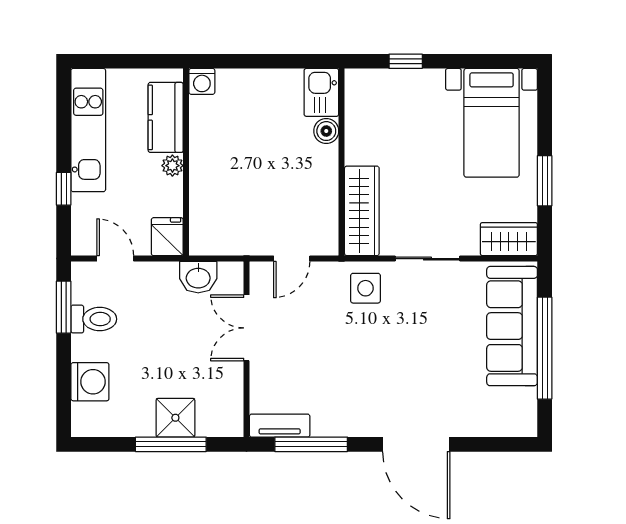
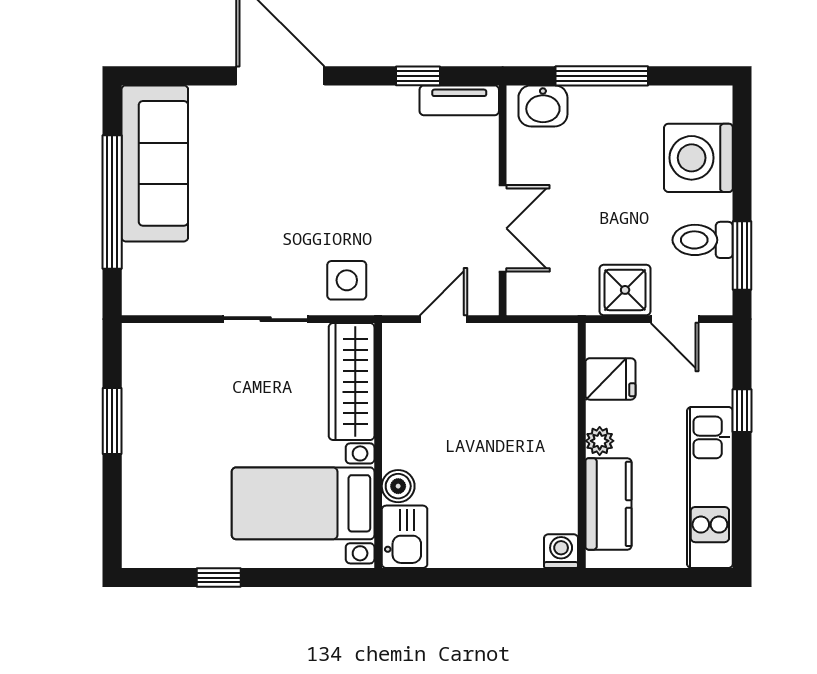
window: (406, 61) -> (219, 578), moved
bed with nightstands: (492, 123) -> (303, 503), moved, turned -90
fridge: (167, 237) -> (610, 379), moved, turned -90
wardrobe: (509, 239) -> (159, 345), removed
washbasin: (198, 277) -> (543, 106), moved, turned 180
sofa: (512, 326) -> (155, 163), moved
washing machine: (90, 382) -> (698, 158), width x1.37, depth x1.37
shower: (175, 418) -> (625, 290), moved
window: (311, 444) -> (418, 76), width x0.46

